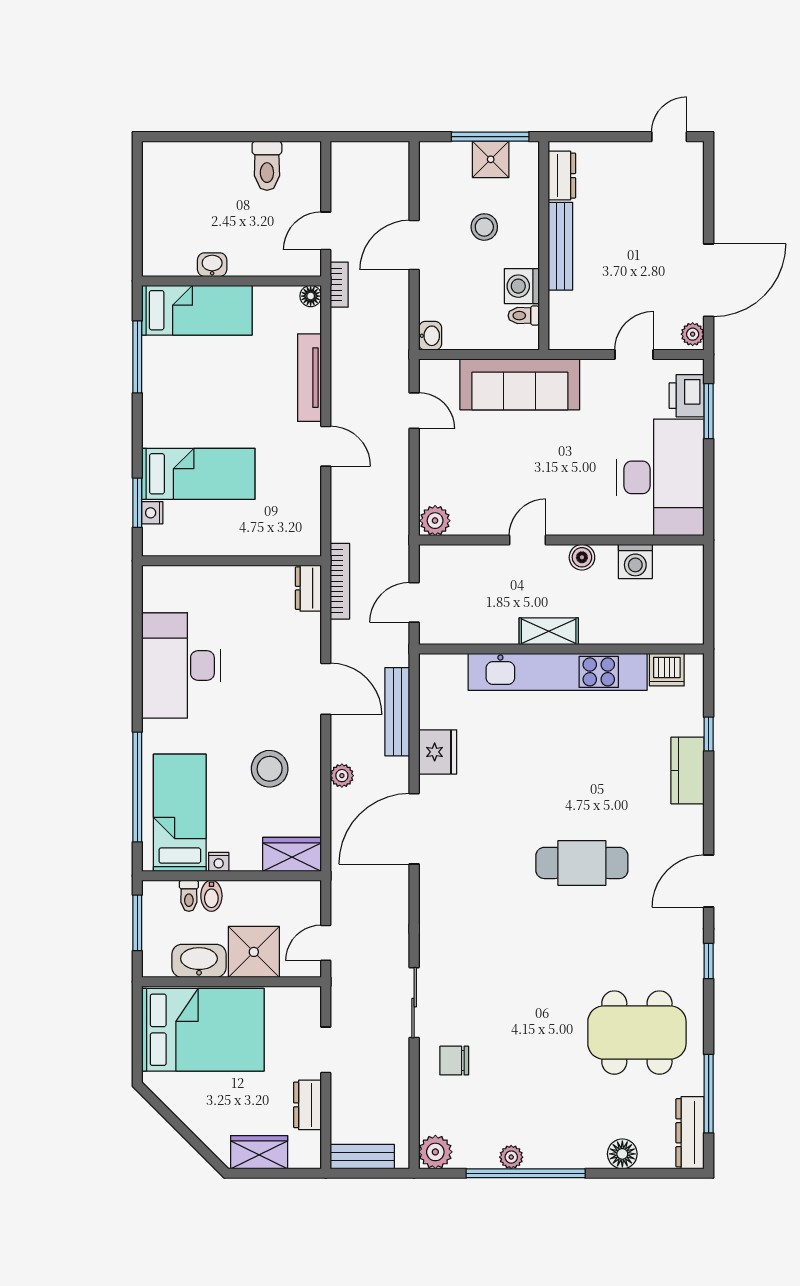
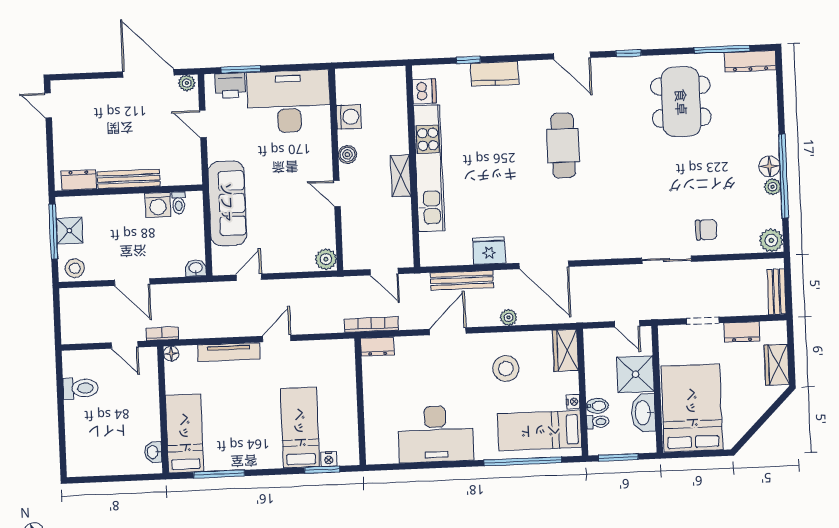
stool: (484, 227) -> (75, 268), moved
washbasin: (212, 265) -> (153, 452), moved
chair: (454, 1061) -> (706, 230), turned -90
floor lamp: (622, 1154) -> (770, 166), moved

